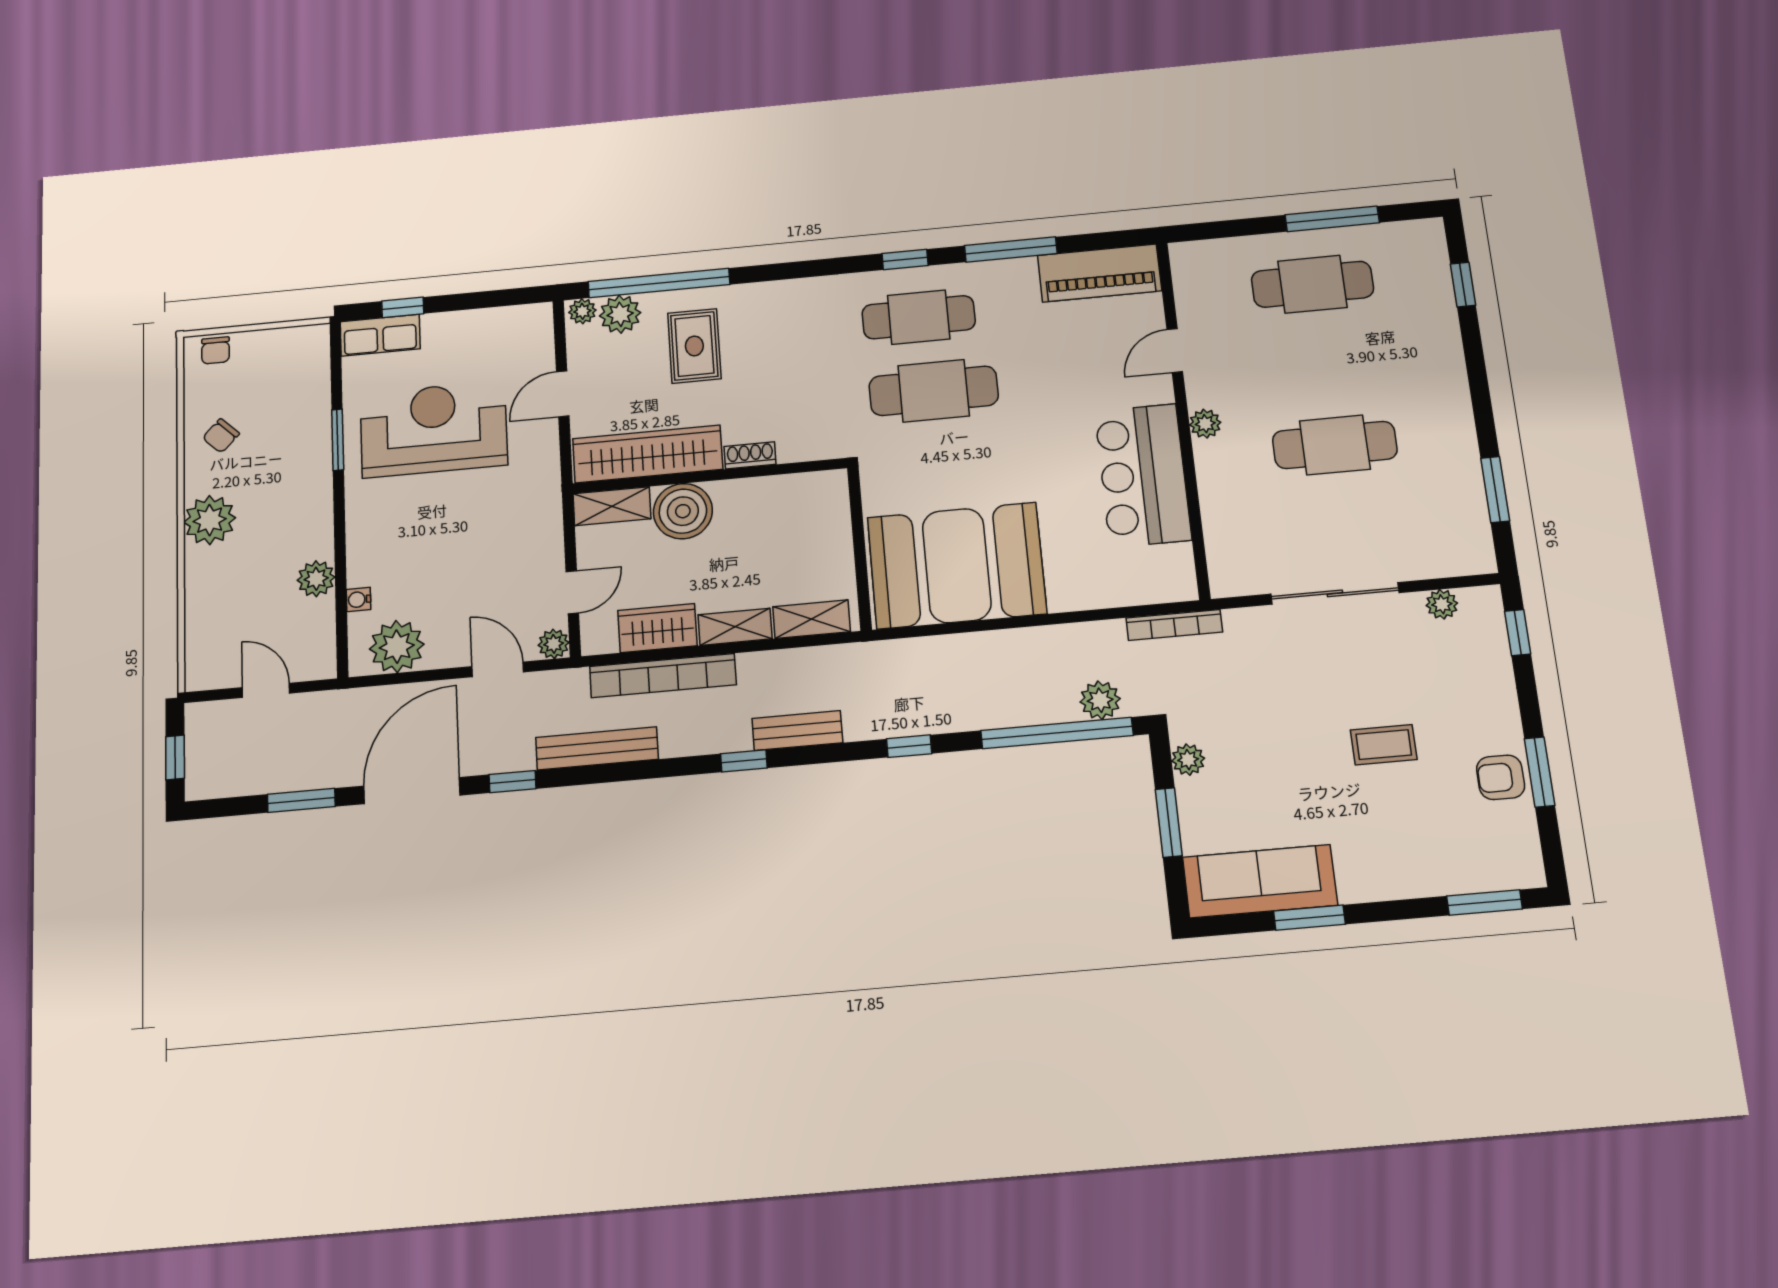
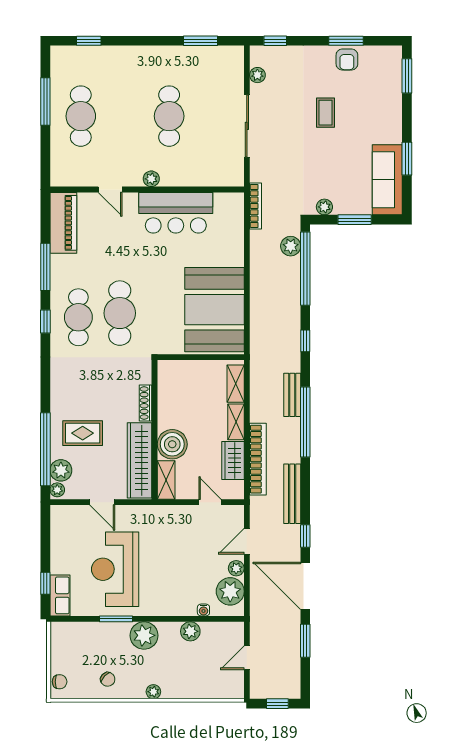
shoe rack: (750, 455) -> (146, 403), width x1.43
plant: (306, 494) -> (144, 635), added
plant: (210, 520) -> (153, 692), width x0.53, depth x0.53
plant: (554, 644) -> (236, 568), moved
window: (744, 761) -> (305, 422), width x3.17

